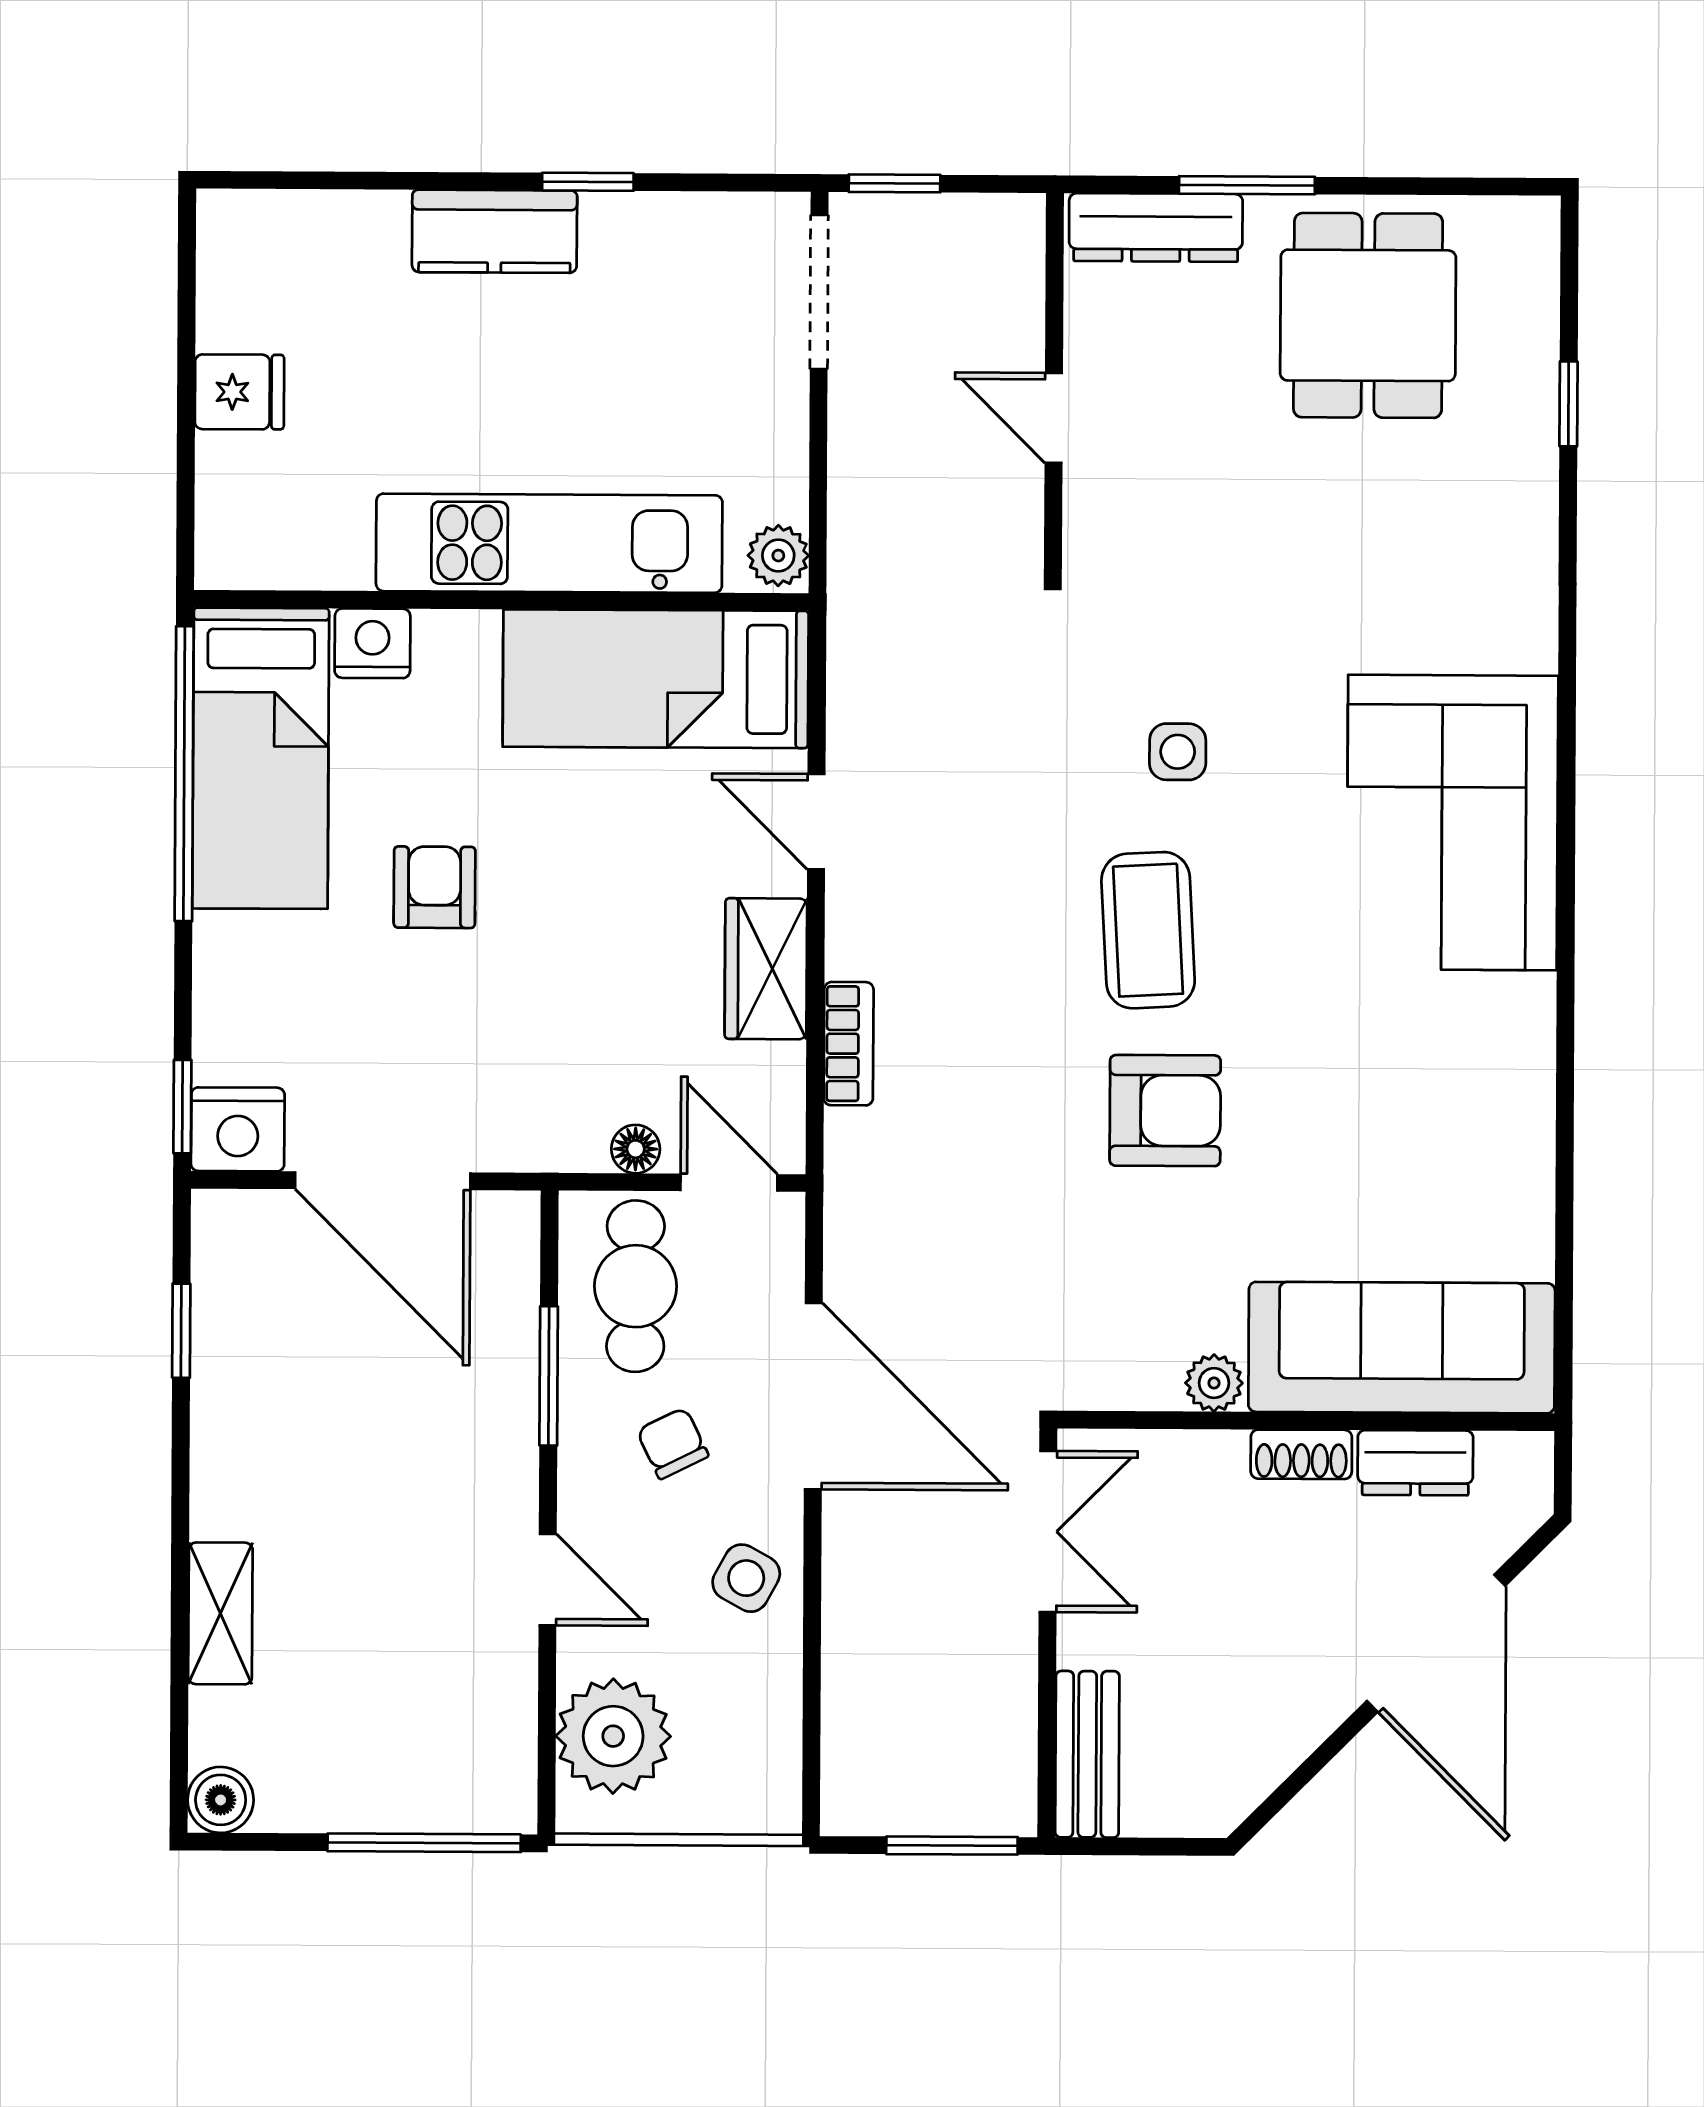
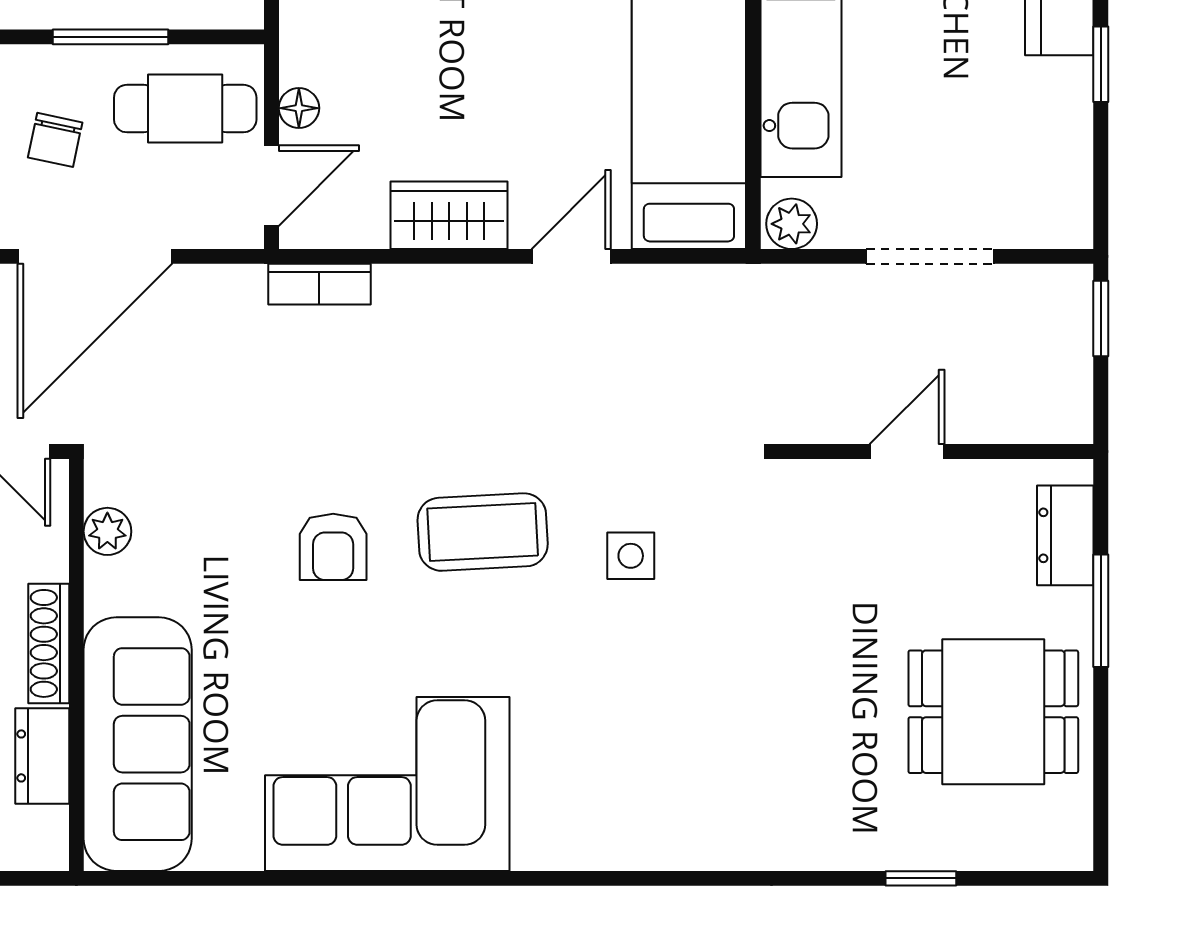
dresser: (1156, 227) -> (1065, 535), width x0.70
doorway: (819, 292) -> (930, 256), moved
corner sofa: (1452, 822) -> (387, 784), moved
bookcase: (849, 1044) -> (319, 284), moved
armchair: (1165, 1111) -> (333, 547), width x0.72, depth x0.72
plant: (1214, 1383) -> (107, 531), moved
chair: (673, 1443) -> (55, 140), turned 128
shoe rack: (1301, 1454) -> (49, 643), width x1.43

